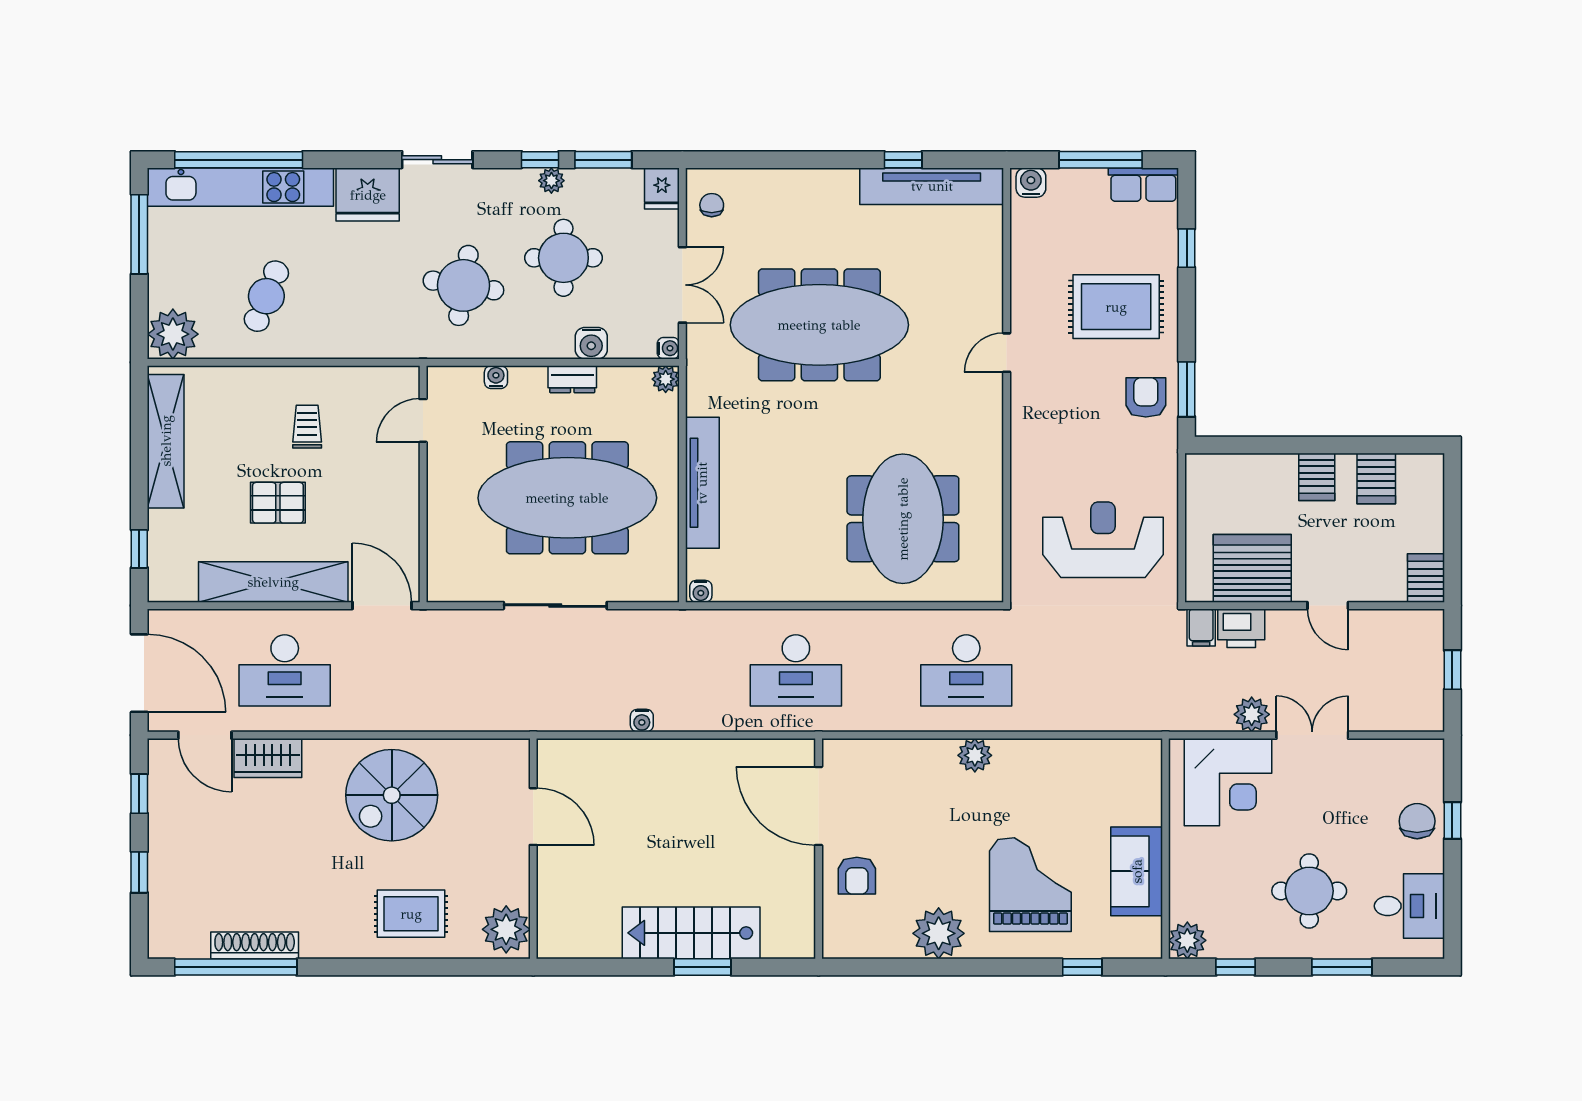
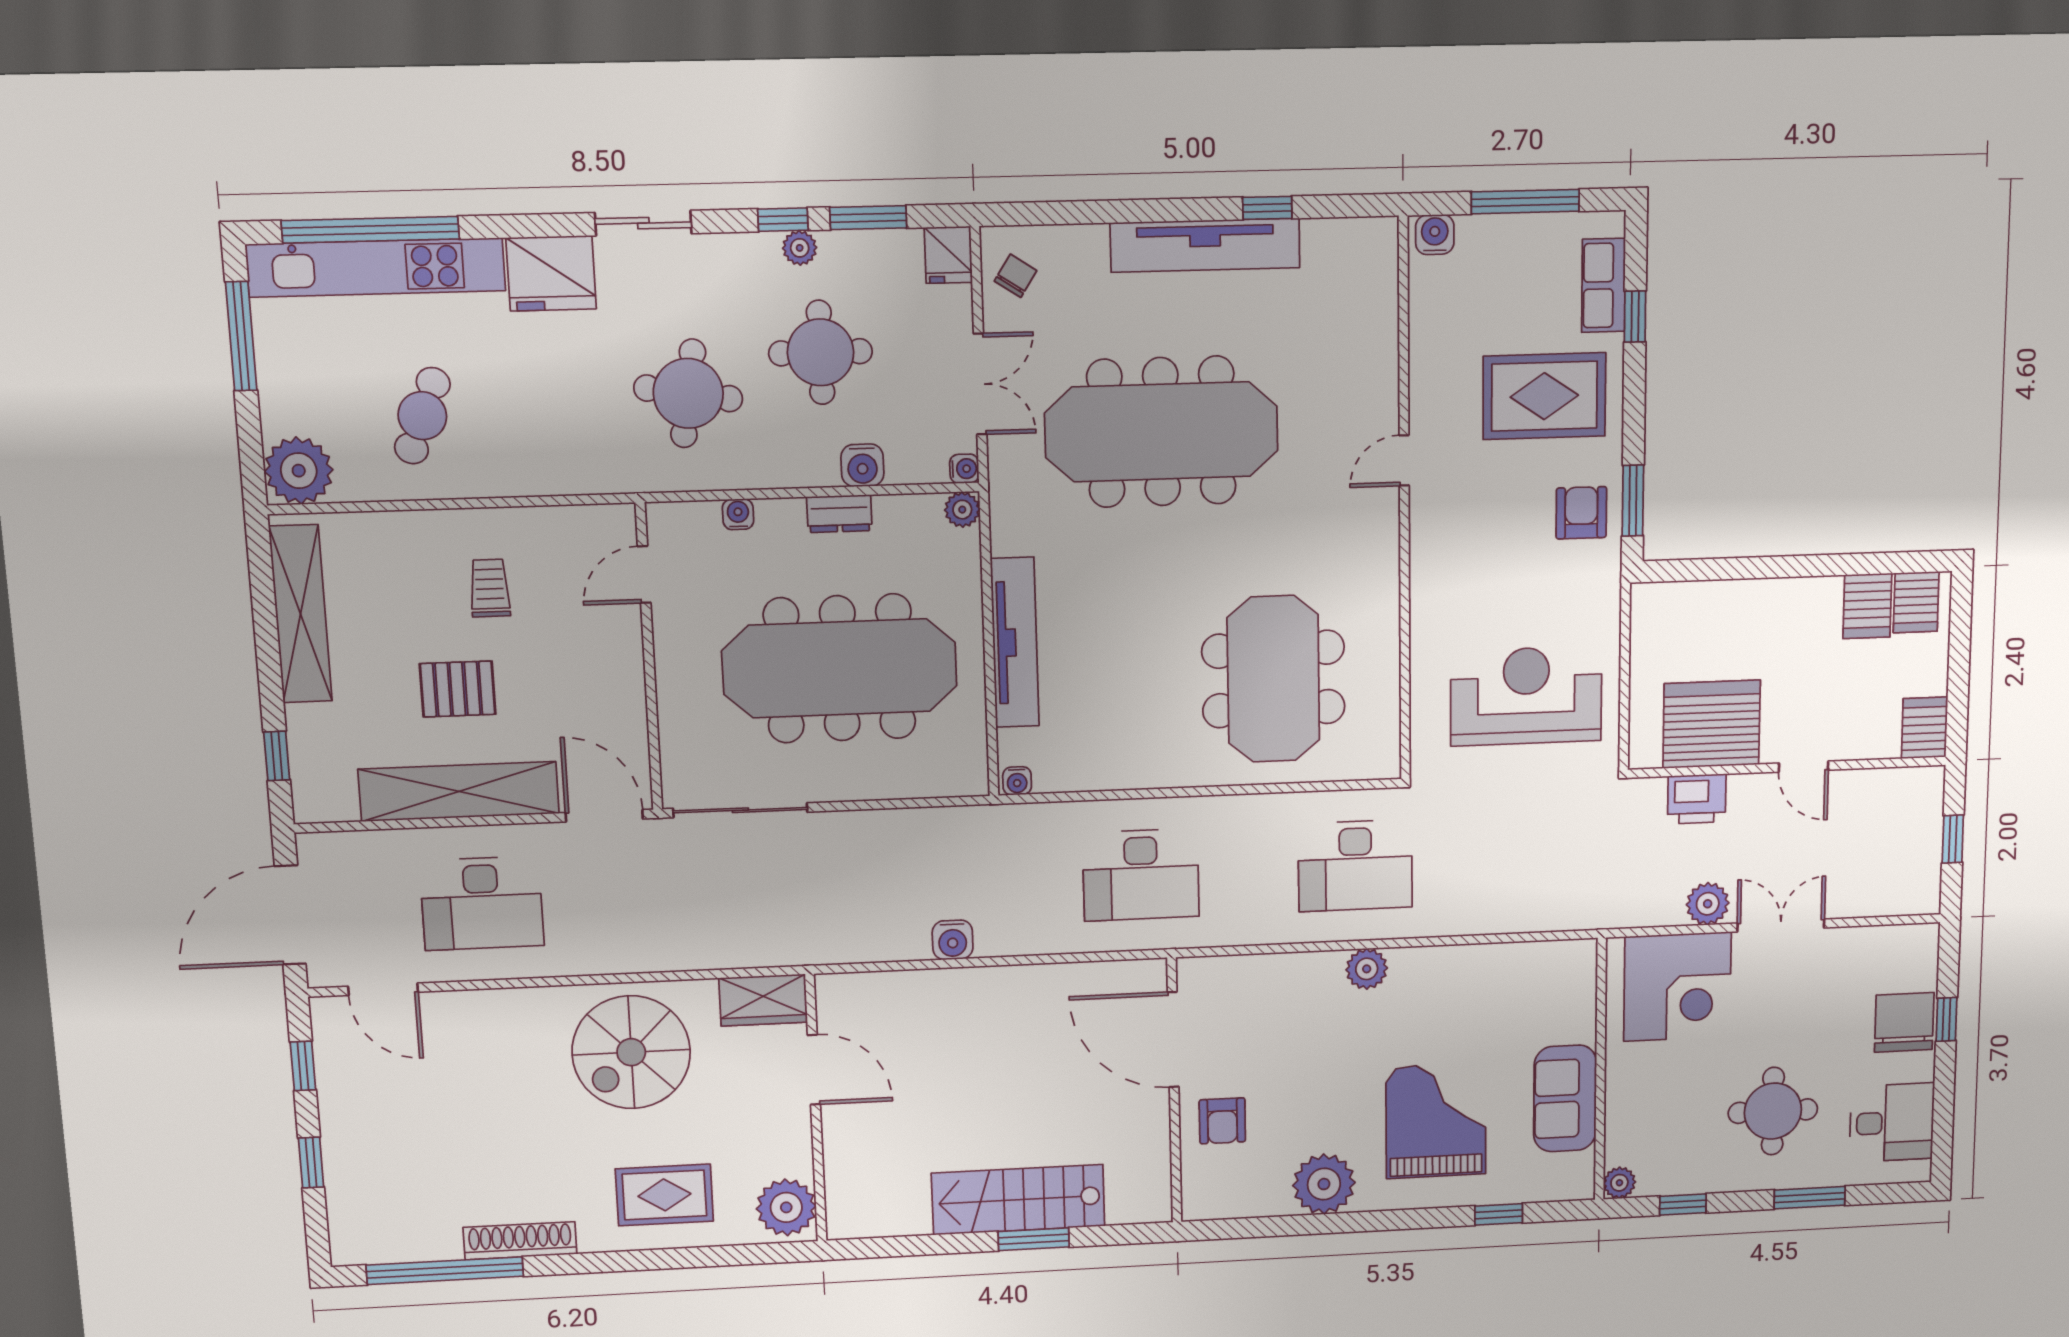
row of seats: (1143, 185) -> (1604, 285), moved, turned 90
tv unit: (932, 186) -> (1205, 245), moved
chair: (712, 205) -> (1016, 276), turned 33
server rack: (1317, 477) -> (1916, 602), moved
sliding door: (555, 606) -> (740, 810), moved
filing cabinet: (1201, 627) -> (1647, 800), removed
door: (139, 673) -> (290, 915), swing flipped
water cooler: (642, 721) -> (953, 940), width x1.38, depth x1.38
wardrobe: (268, 758) -> (763, 1000), moved
chair: (1417, 821) -> (1904, 1022), width x1.37, depth x1.37
plant: (1187, 940) -> (1619, 1183), width x0.73, depth x0.73
shoe rack: (255, 945) -> (520, 1241), moved

